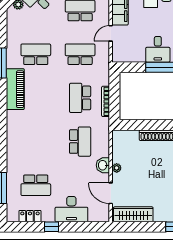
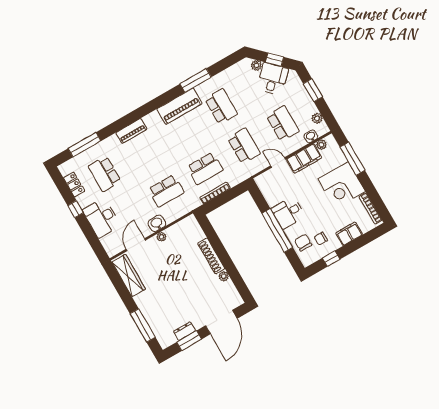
school desk: (80, 98) -> (205, 168), turned 180
piano: (13, 142) -> (131, 131), added

